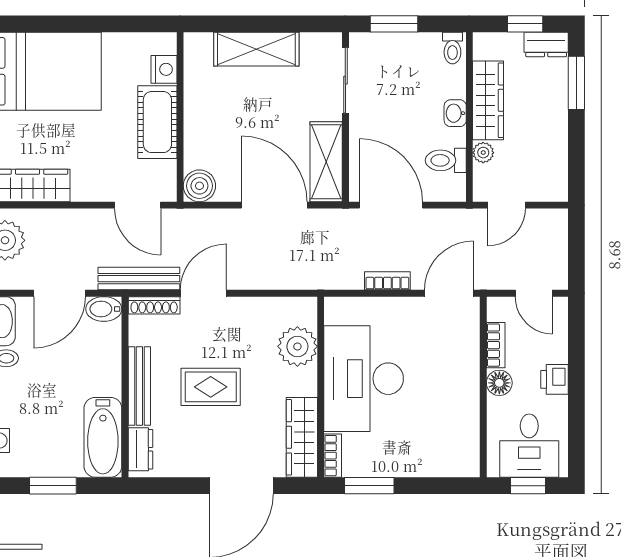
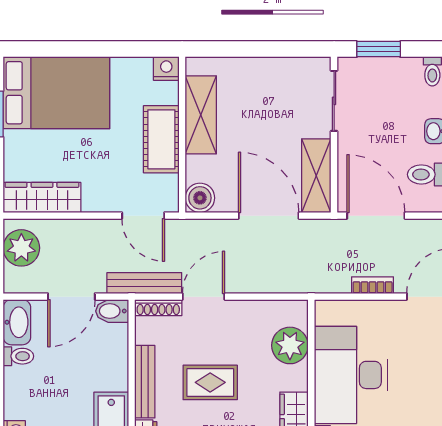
shelving: (256, 49) -> (201, 115), moved, turned 90
nightstand: (164, 69) -> (166, 68), moved, turned -90

